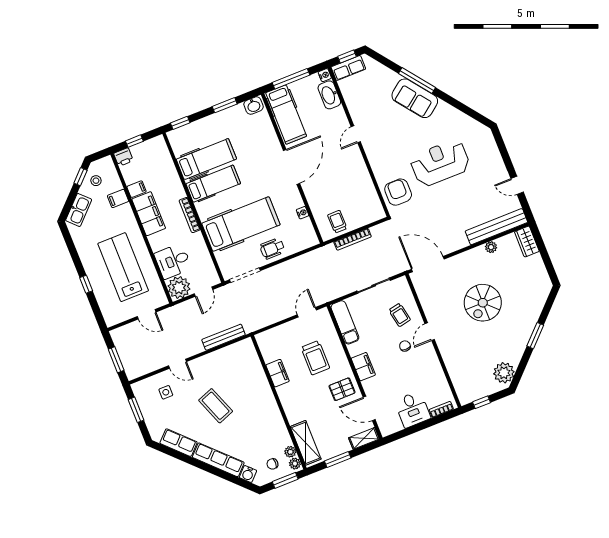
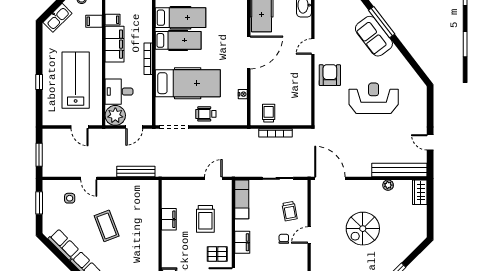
armchair: (398, 192) -> (330, 75), moved

